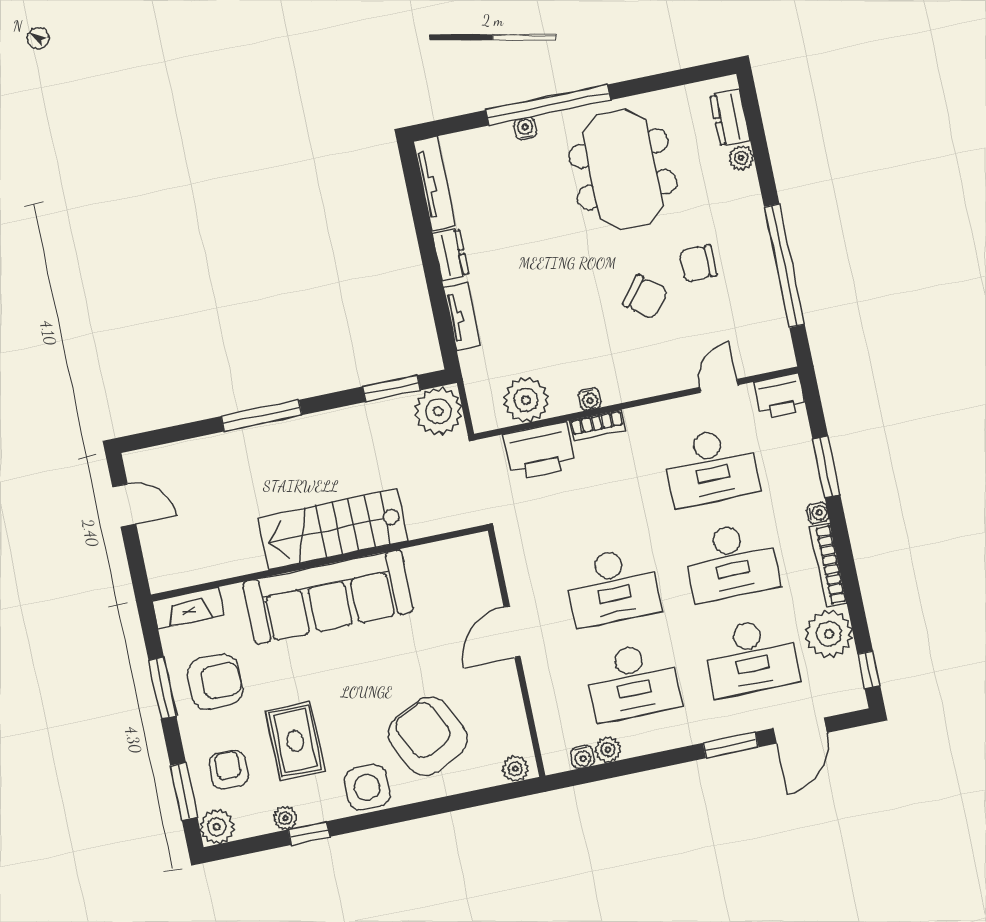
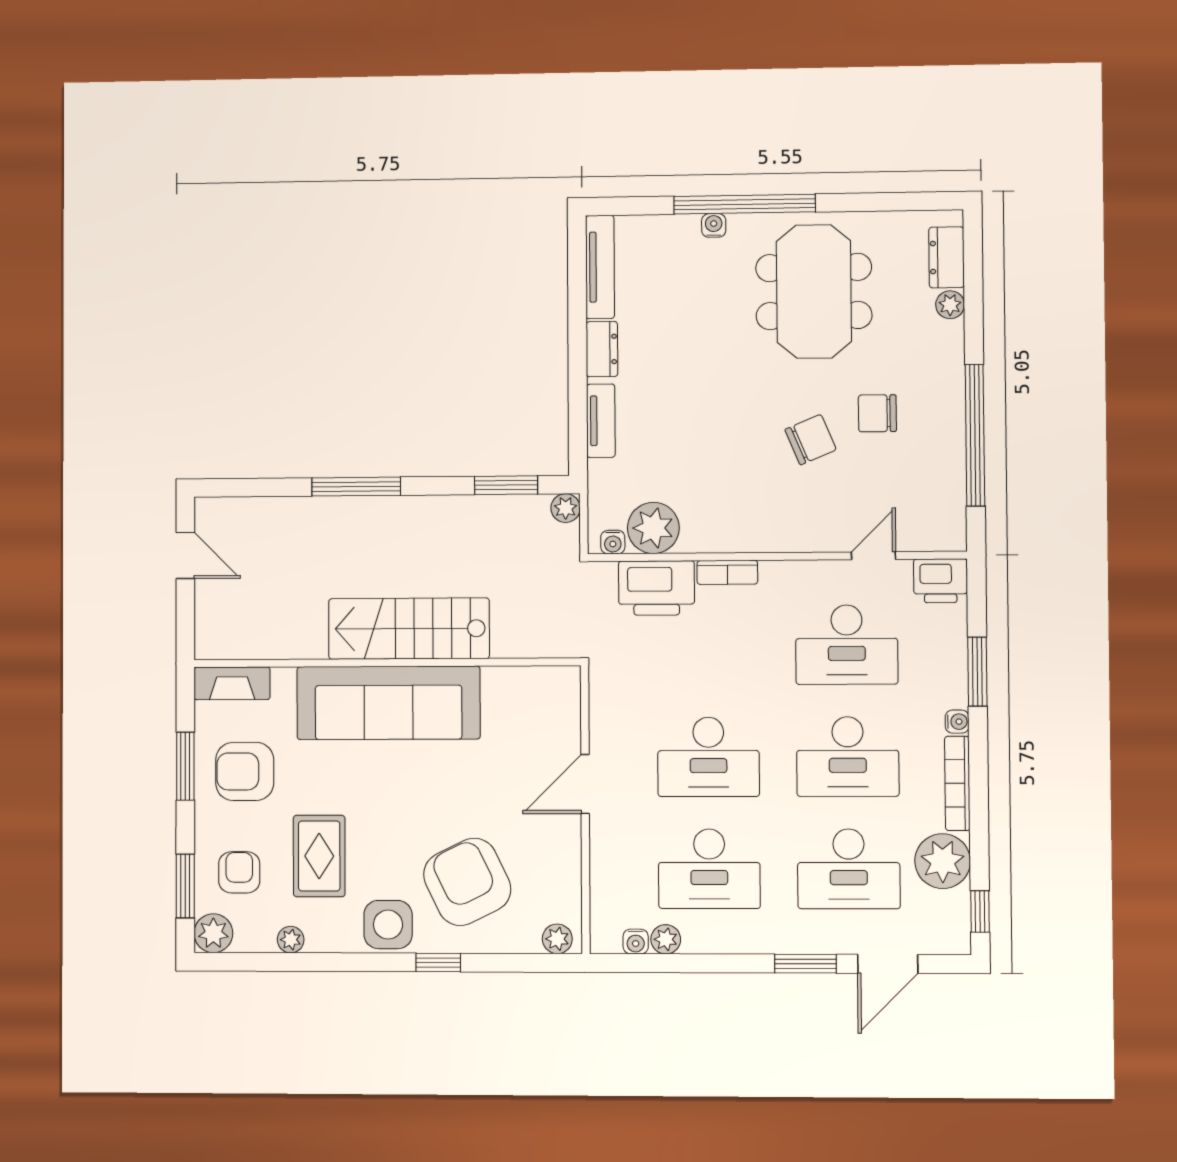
chair: (645, 297) -> (811, 440), turned -62
water cooler: (590, 399) -> (613, 542), moved
plant: (438, 411) -> (566, 508), width x0.53, depth x0.53
armchair: (215, 682) -> (245, 771), turned 180
window: (309, 833) -> (438, 962), moved

